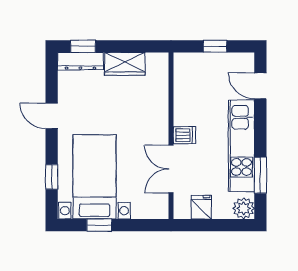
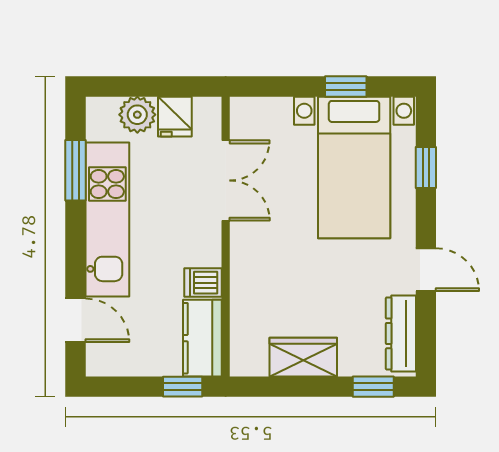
window: (215, 46) -> (183, 387), moved
dresser: (80, 61) -> (401, 333), moved, turned -90
kitchen counter: (185, 75) -> (202, 338), added
dishwasher: (184, 135) -> (203, 283), moved
plant: (244, 208) -> (137, 115), moved

